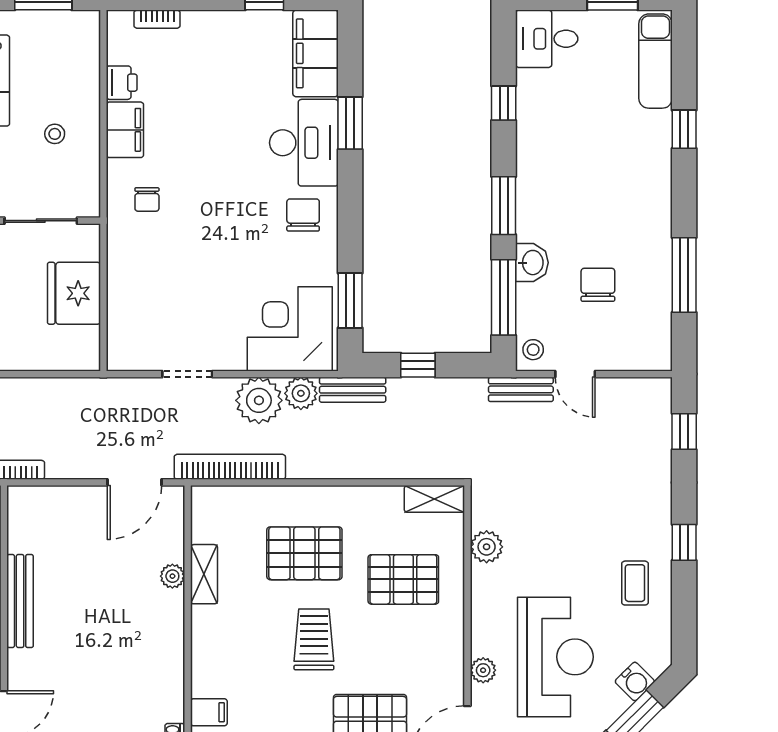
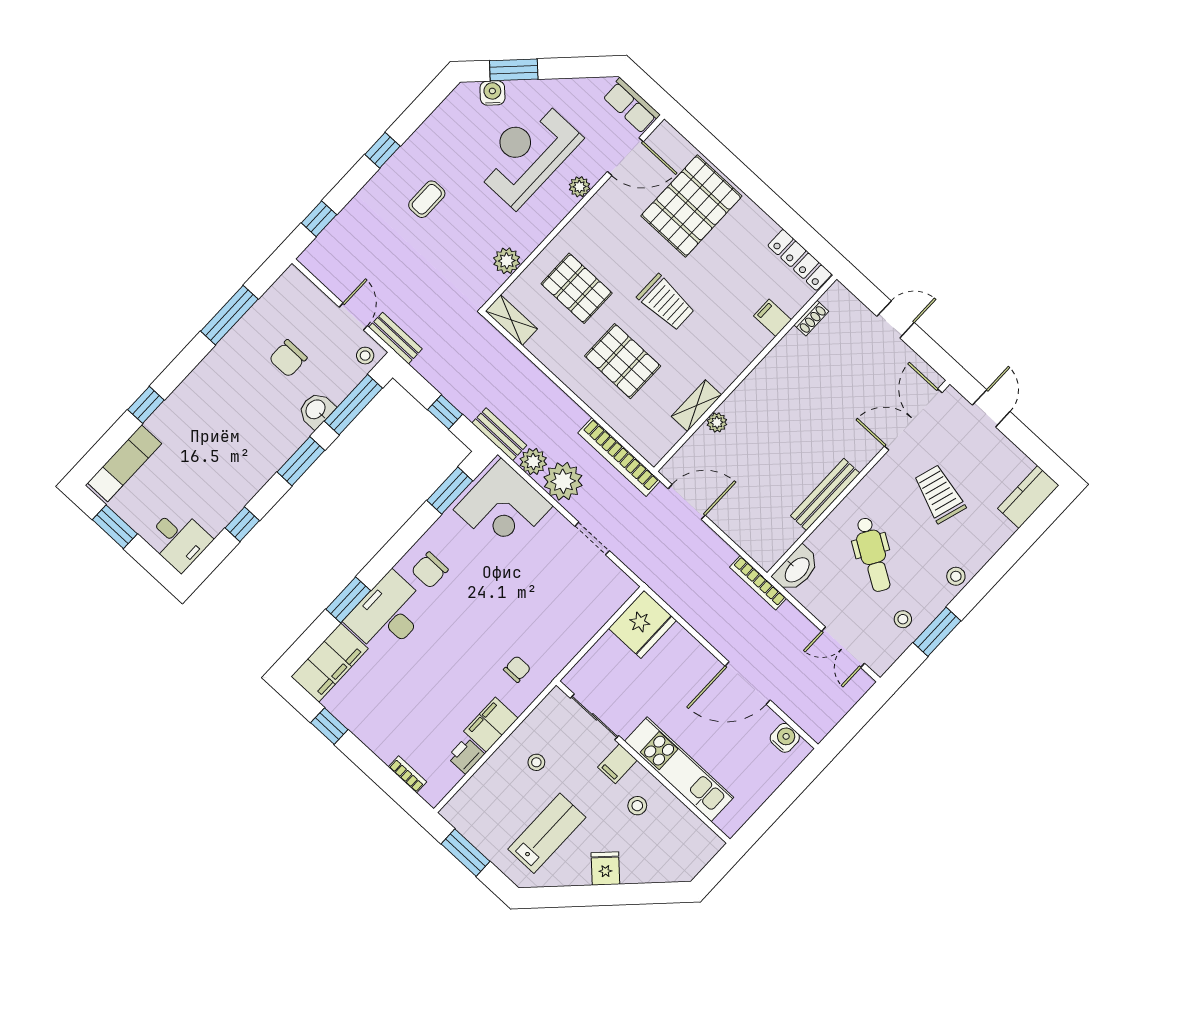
fridge: (74, 293) -> (642, 624), moved
coffee table: (635, 583) -> (427, 199), moved
trolley: (314, 639) -> (666, 303), turned -90

